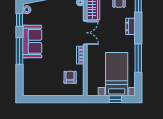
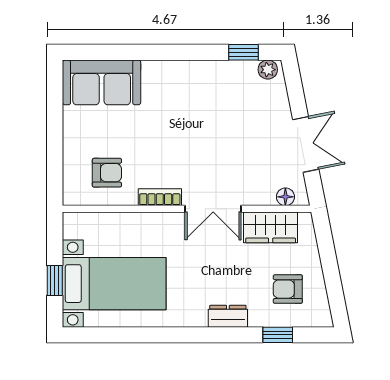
sofa: (32, 41) -> (102, 82), moved
window: (20, 51) -> (170, 52), removed
window: (138, 58) -> (152, 335), removed

